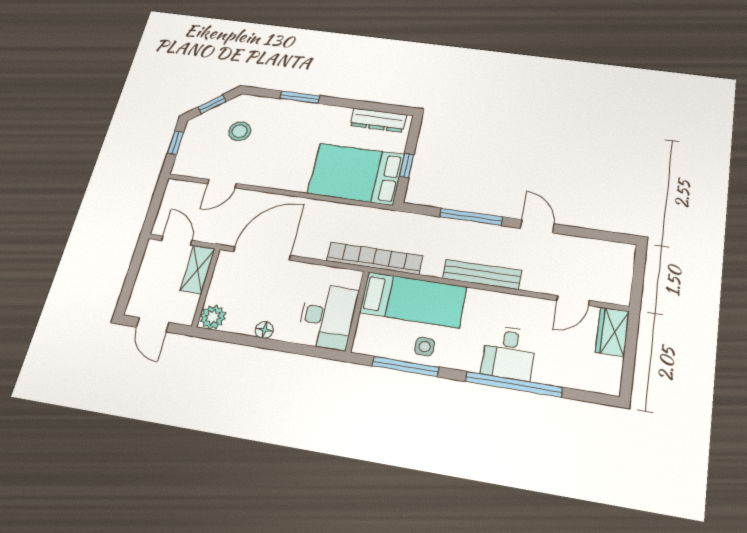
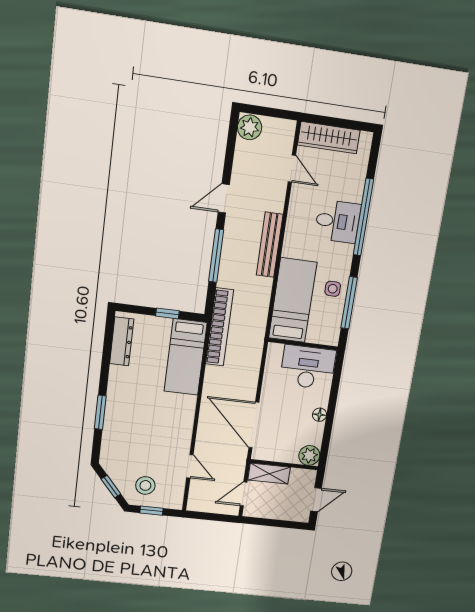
stool: (240, 131) -> (145, 485), moved
bed: (356, 174) -> (186, 357), width x0.67
plant: (620, 255) -> (250, 127), added
bookcase: (374, 258) -> (220, 327), moved, turned 180
wardrobe: (612, 332) -> (329, 138), width x1.50

